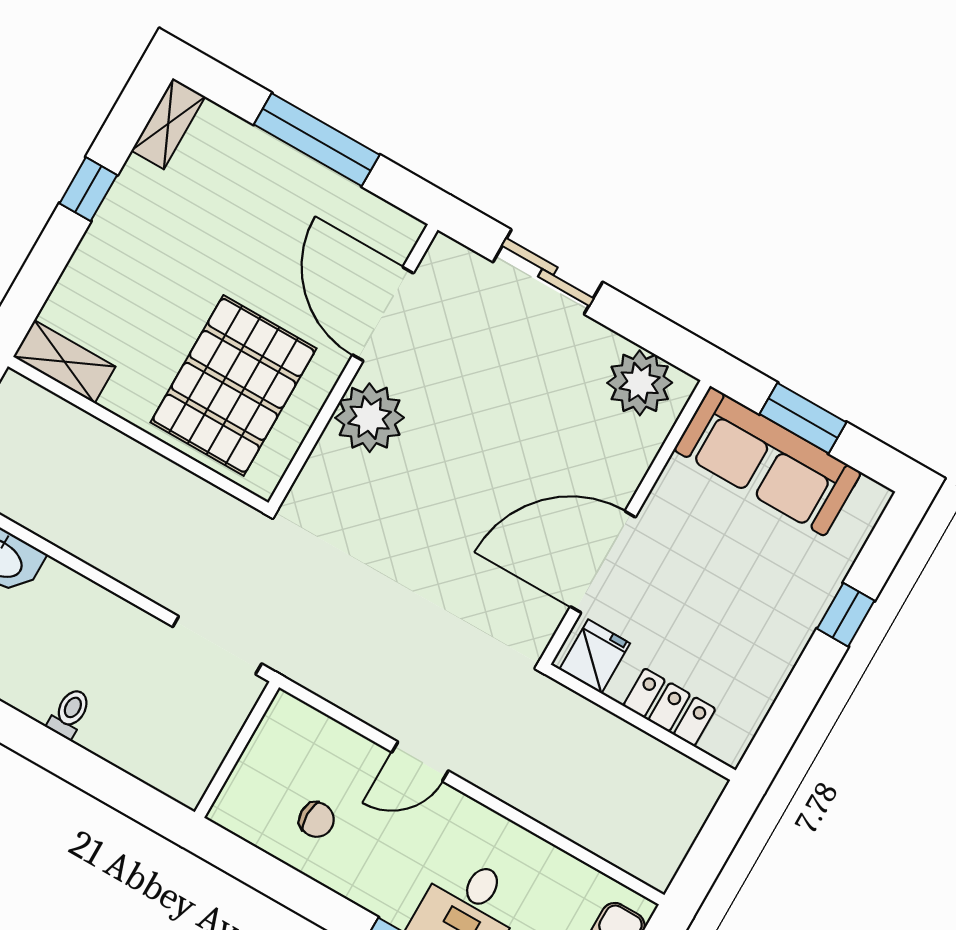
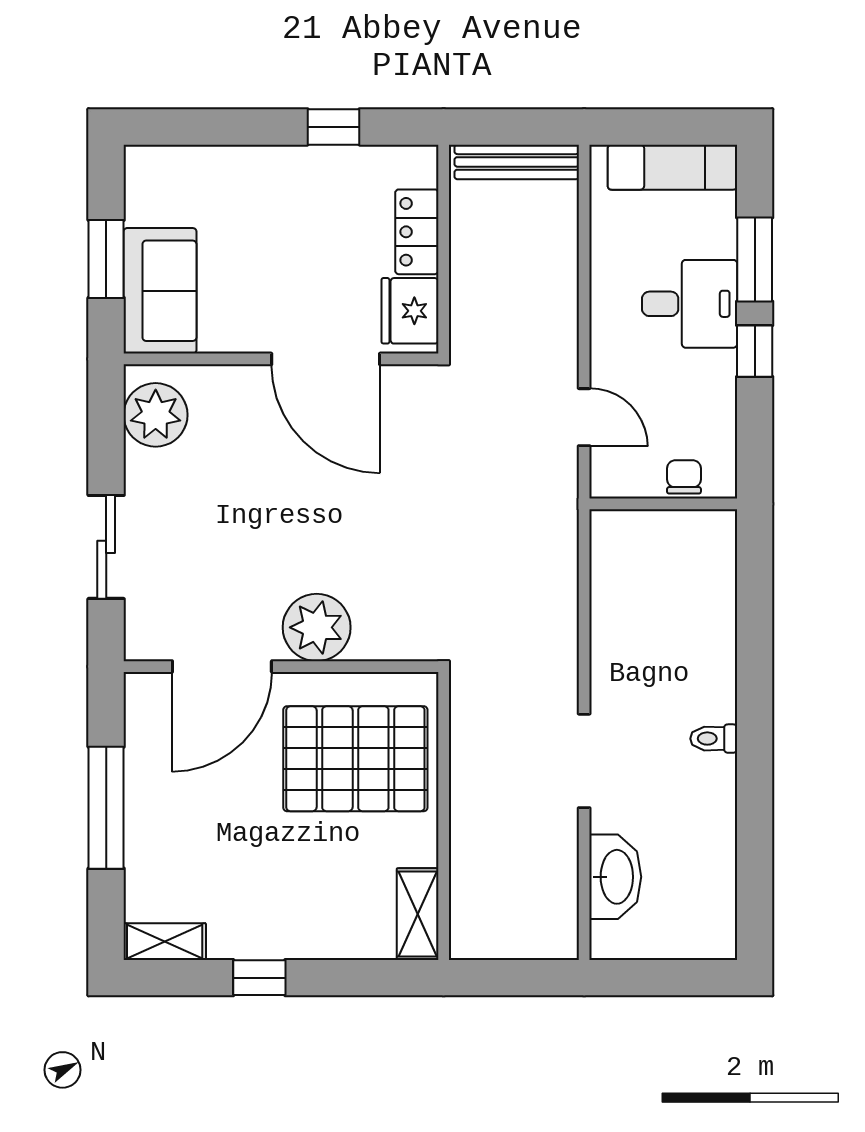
sofa: (767, 461) -> (160, 291), width x0.73
window: (846, 615) -> (333, 127), moved
doorway: (217, 645) -> (584, 761), moved
fridge: (595, 656) -> (410, 311), width x1.38
wall: (237, 750) -> (663, 504), moved
bench: (681, 831) -> (517, 162), added

